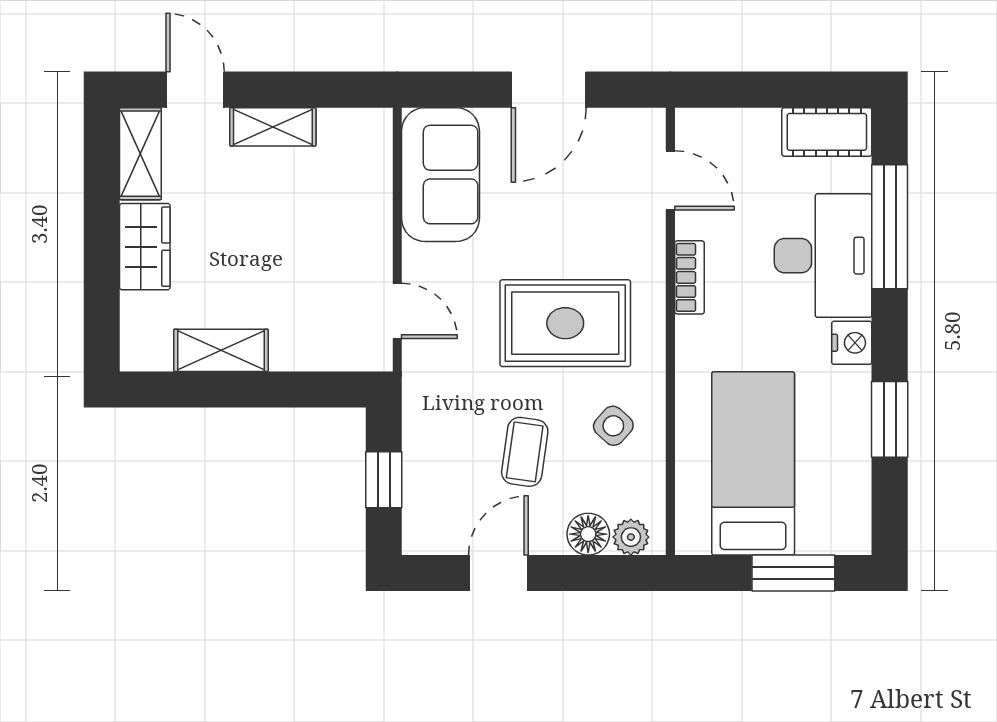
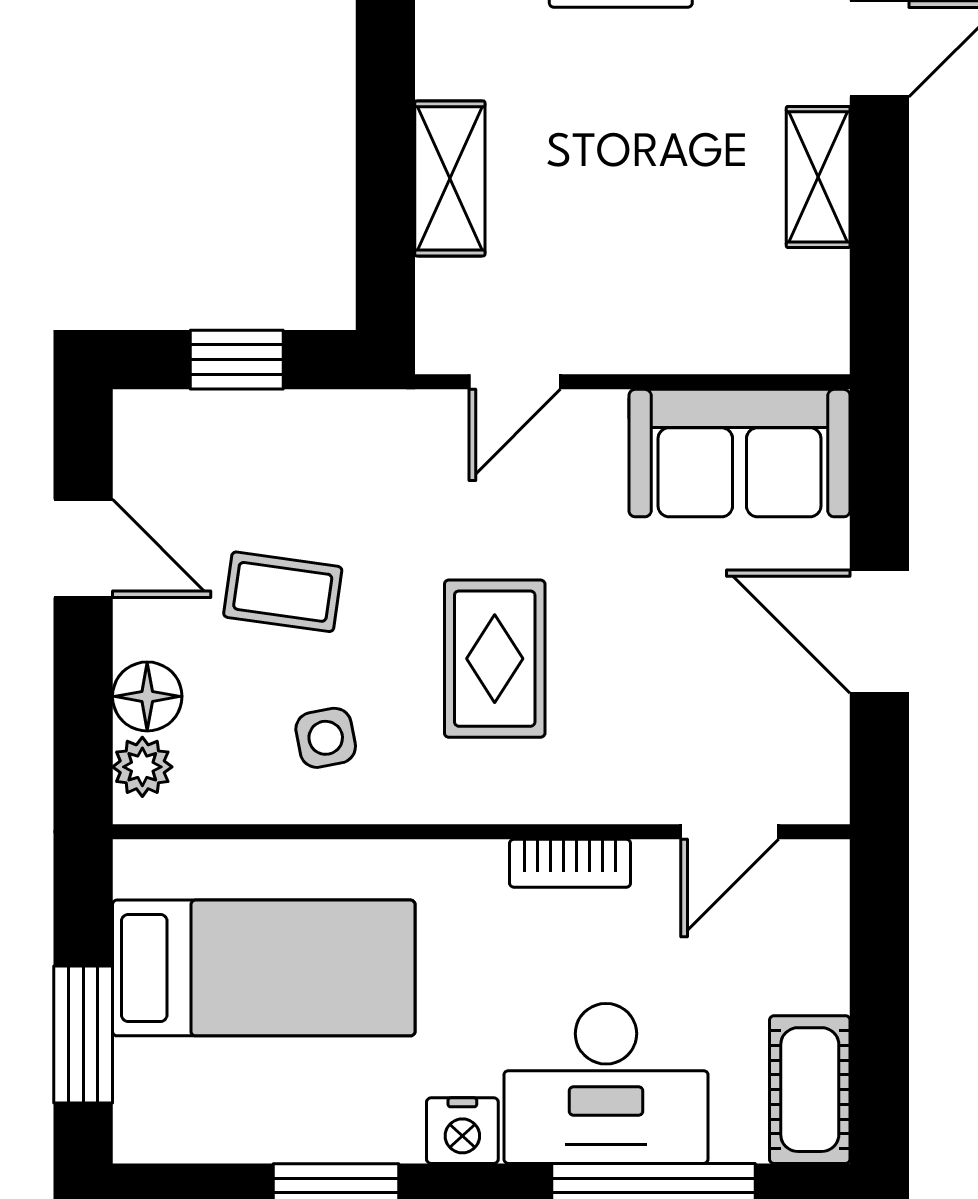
rug: (565, 323) -> (495, 659), width x0.73, depth x0.70
shelving: (221, 350) -> (450, 178), moved
side table: (613, 426) -> (326, 738), turned 37

